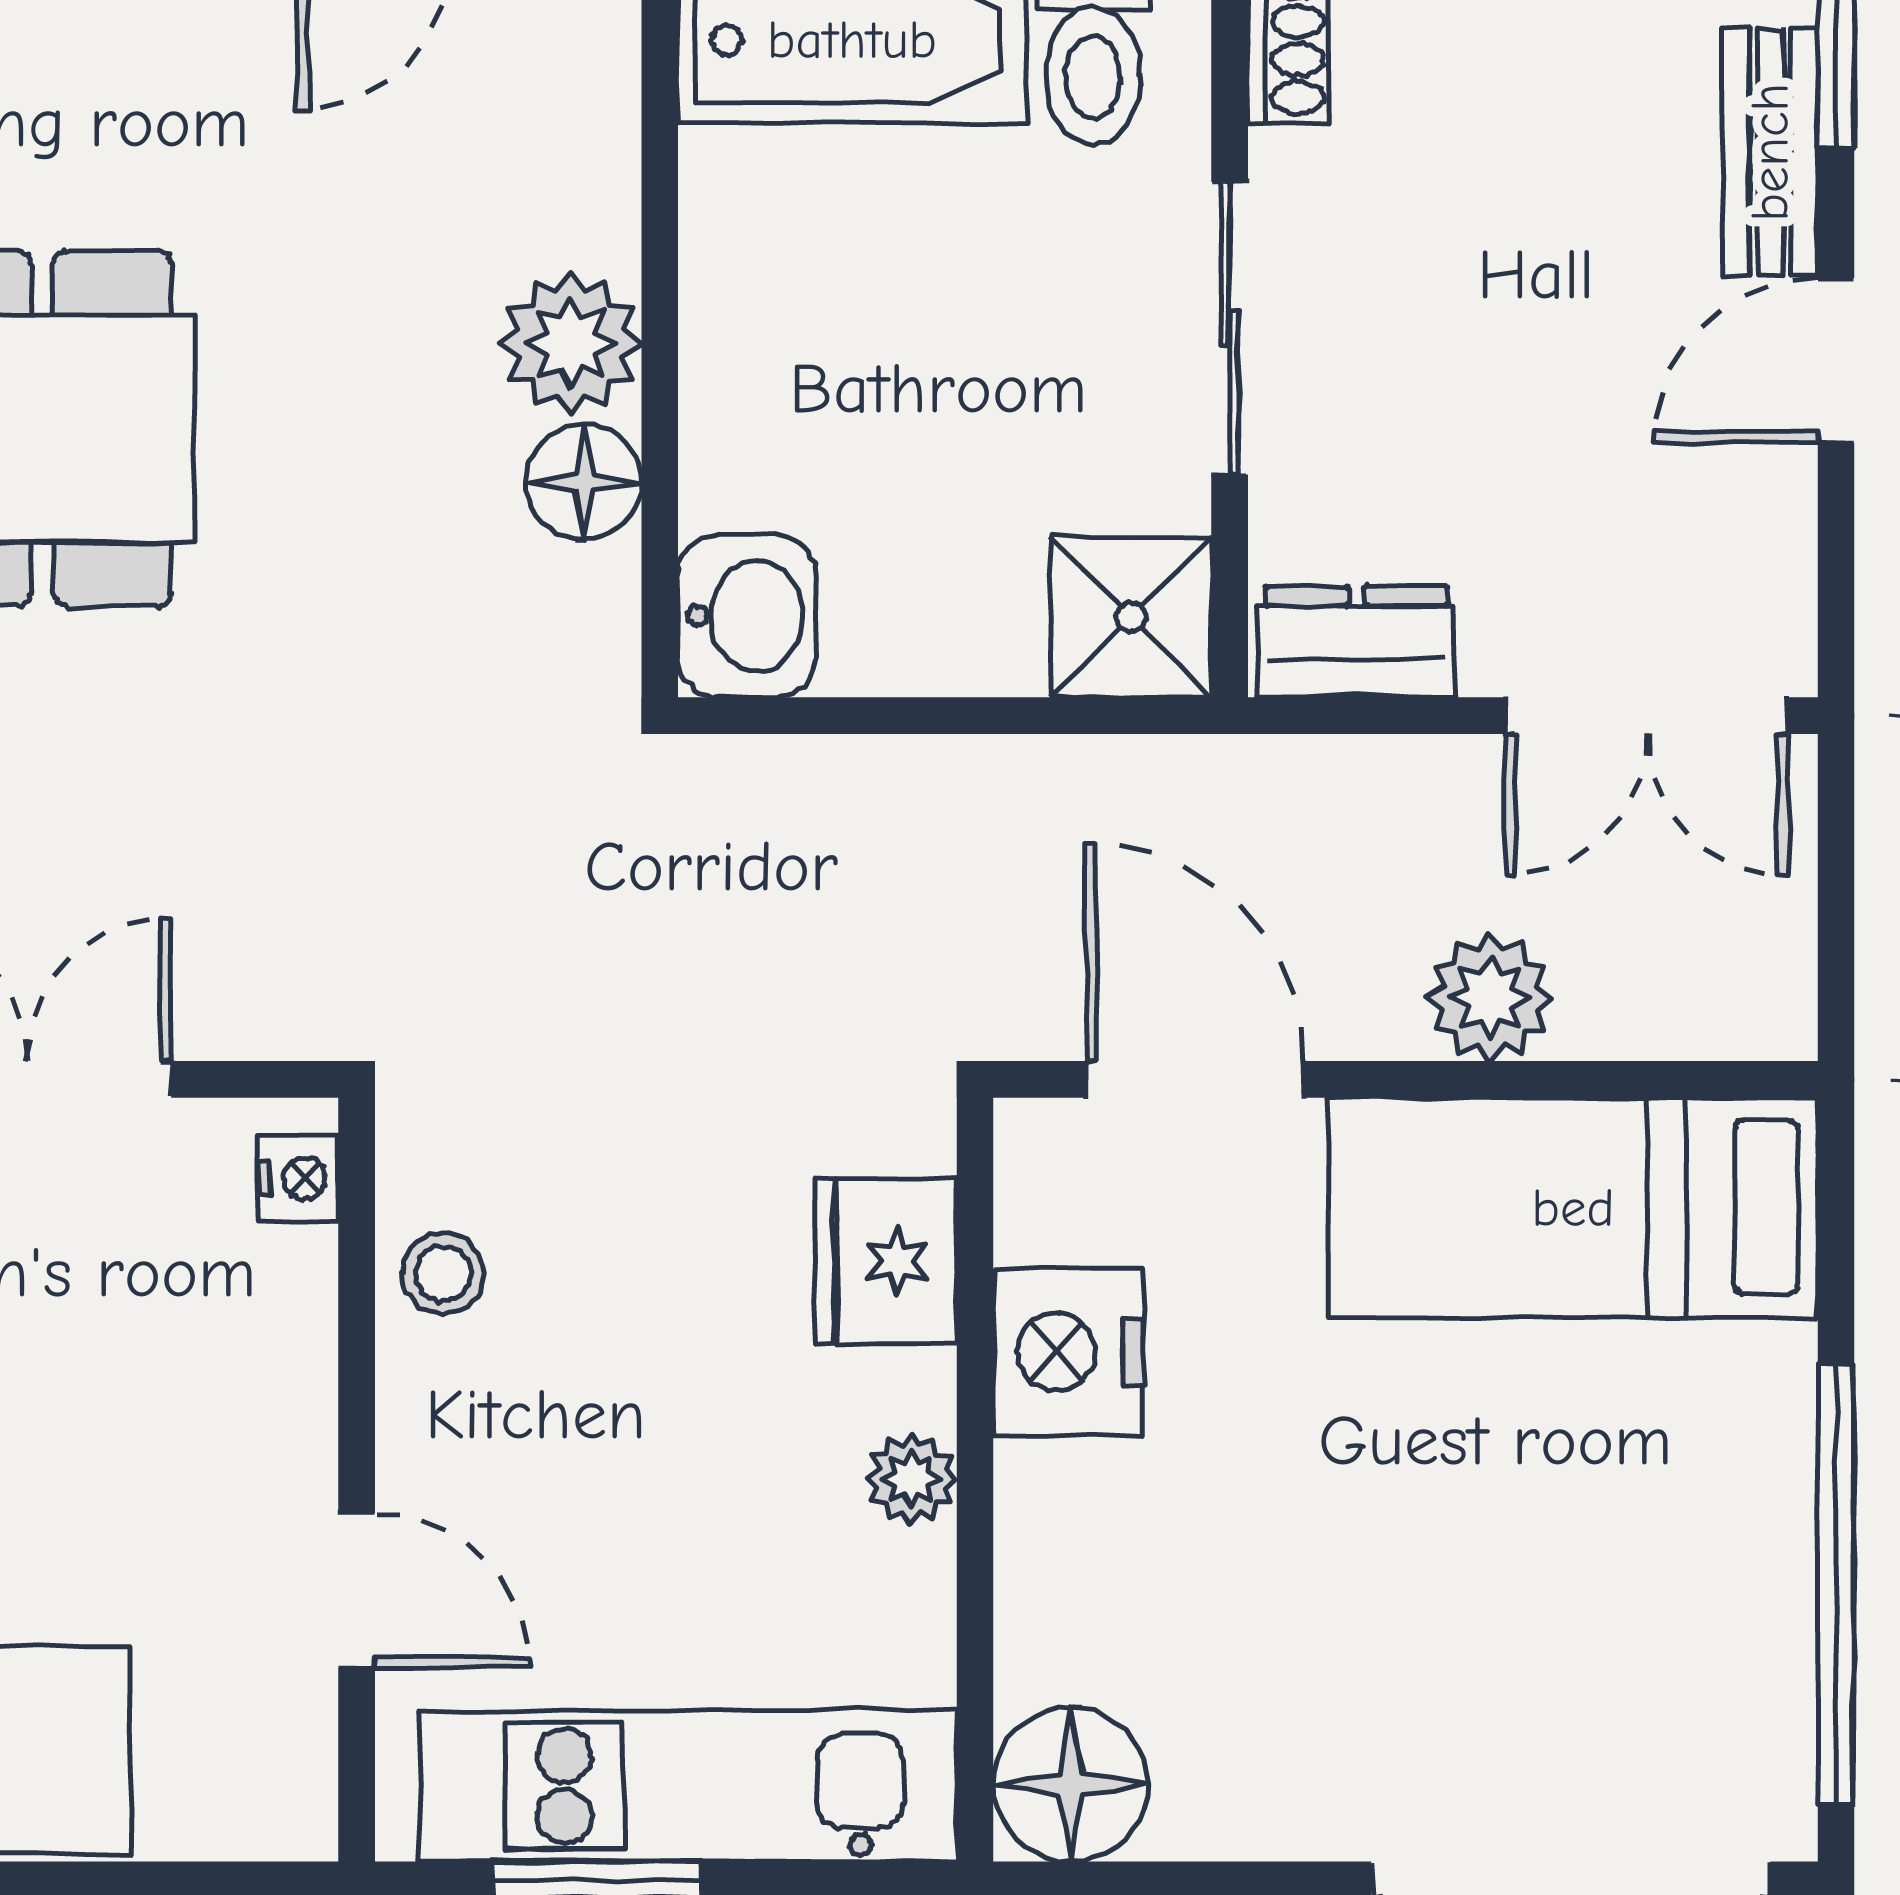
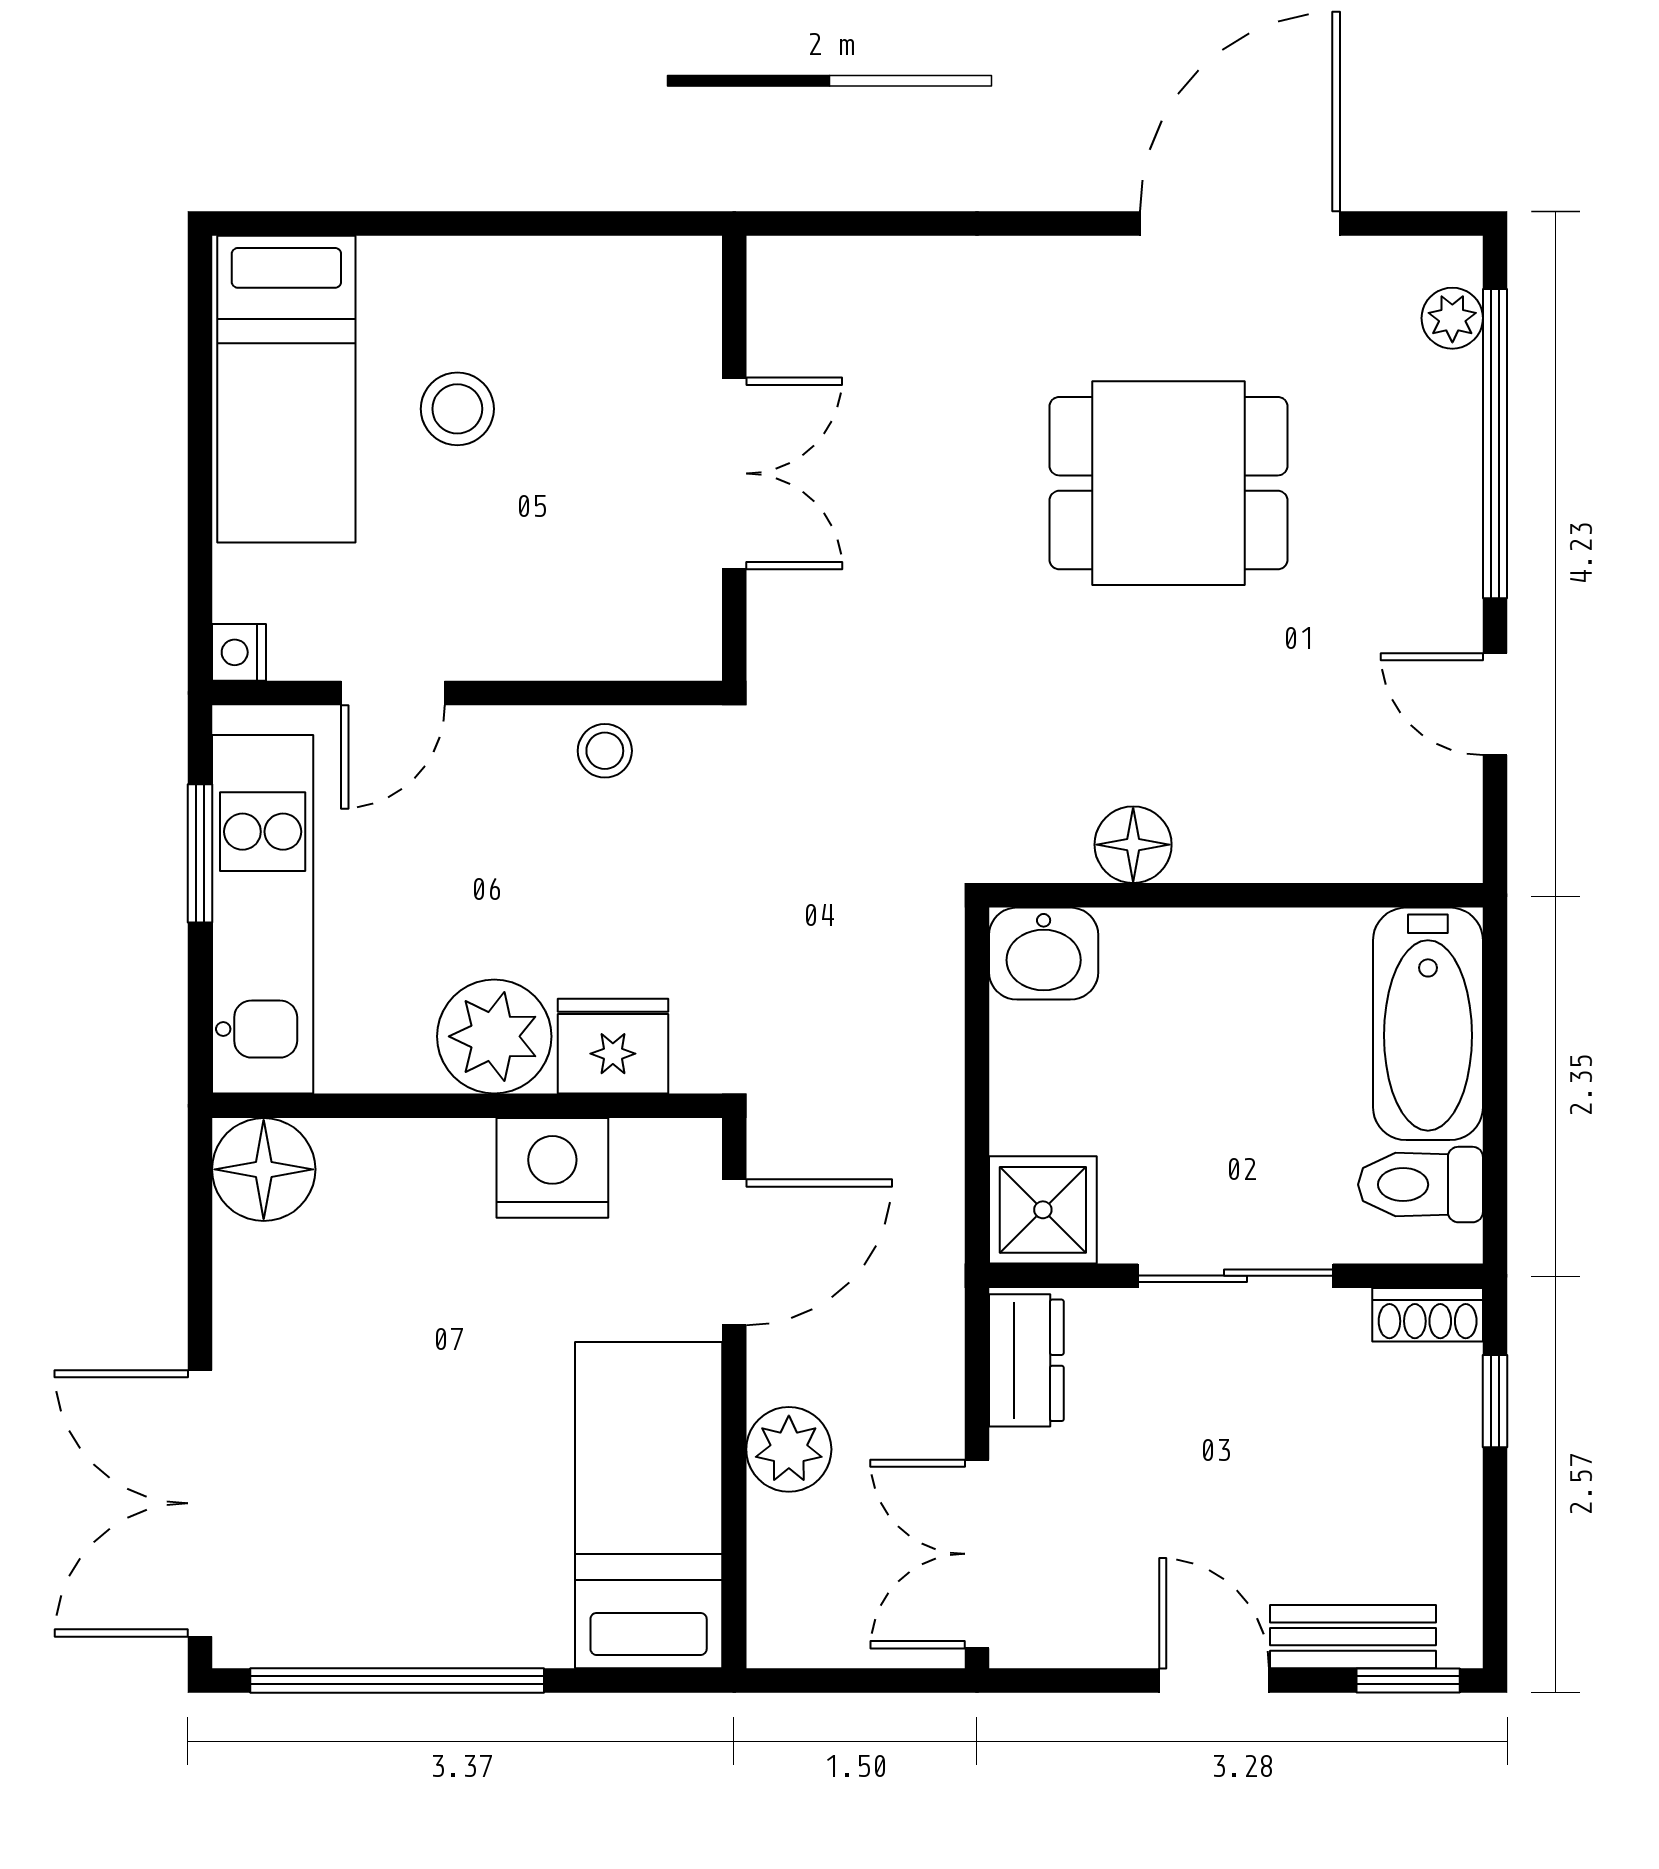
plant: (571, 344) -> (1225, 836), removed
nightstand: (298, 1178) -> (239, 652), moved, turned 90
plant: (911, 1479) -> (494, 1036), width x1.87, depth x1.87

